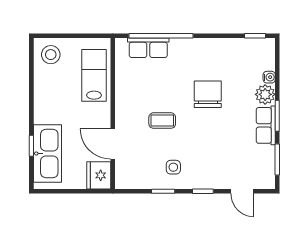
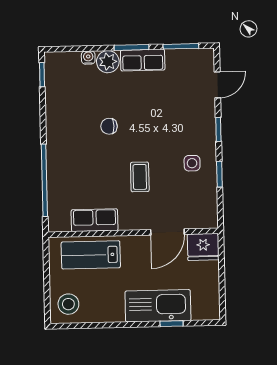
row of seats: (148, 48) -> (95, 220), moved, turned -90
chair: (208, 94) -> (109, 126), width x0.54, depth x0.54
kitchen sink: (47, 153) -> (158, 306), moved

